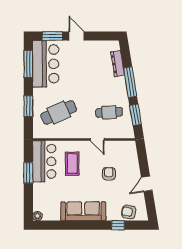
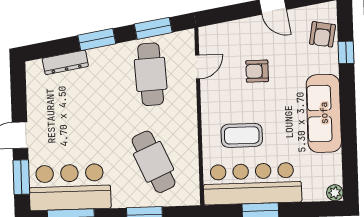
window: (130, 82) -> (97, 39), width x0.69
cafe table: (109, 112) -> (151, 74), width x1.37, depth x1.35
door: (97, 140) -> (198, 67), moved
bar counter: (44, 161) -> (252, 184), width x1.36

